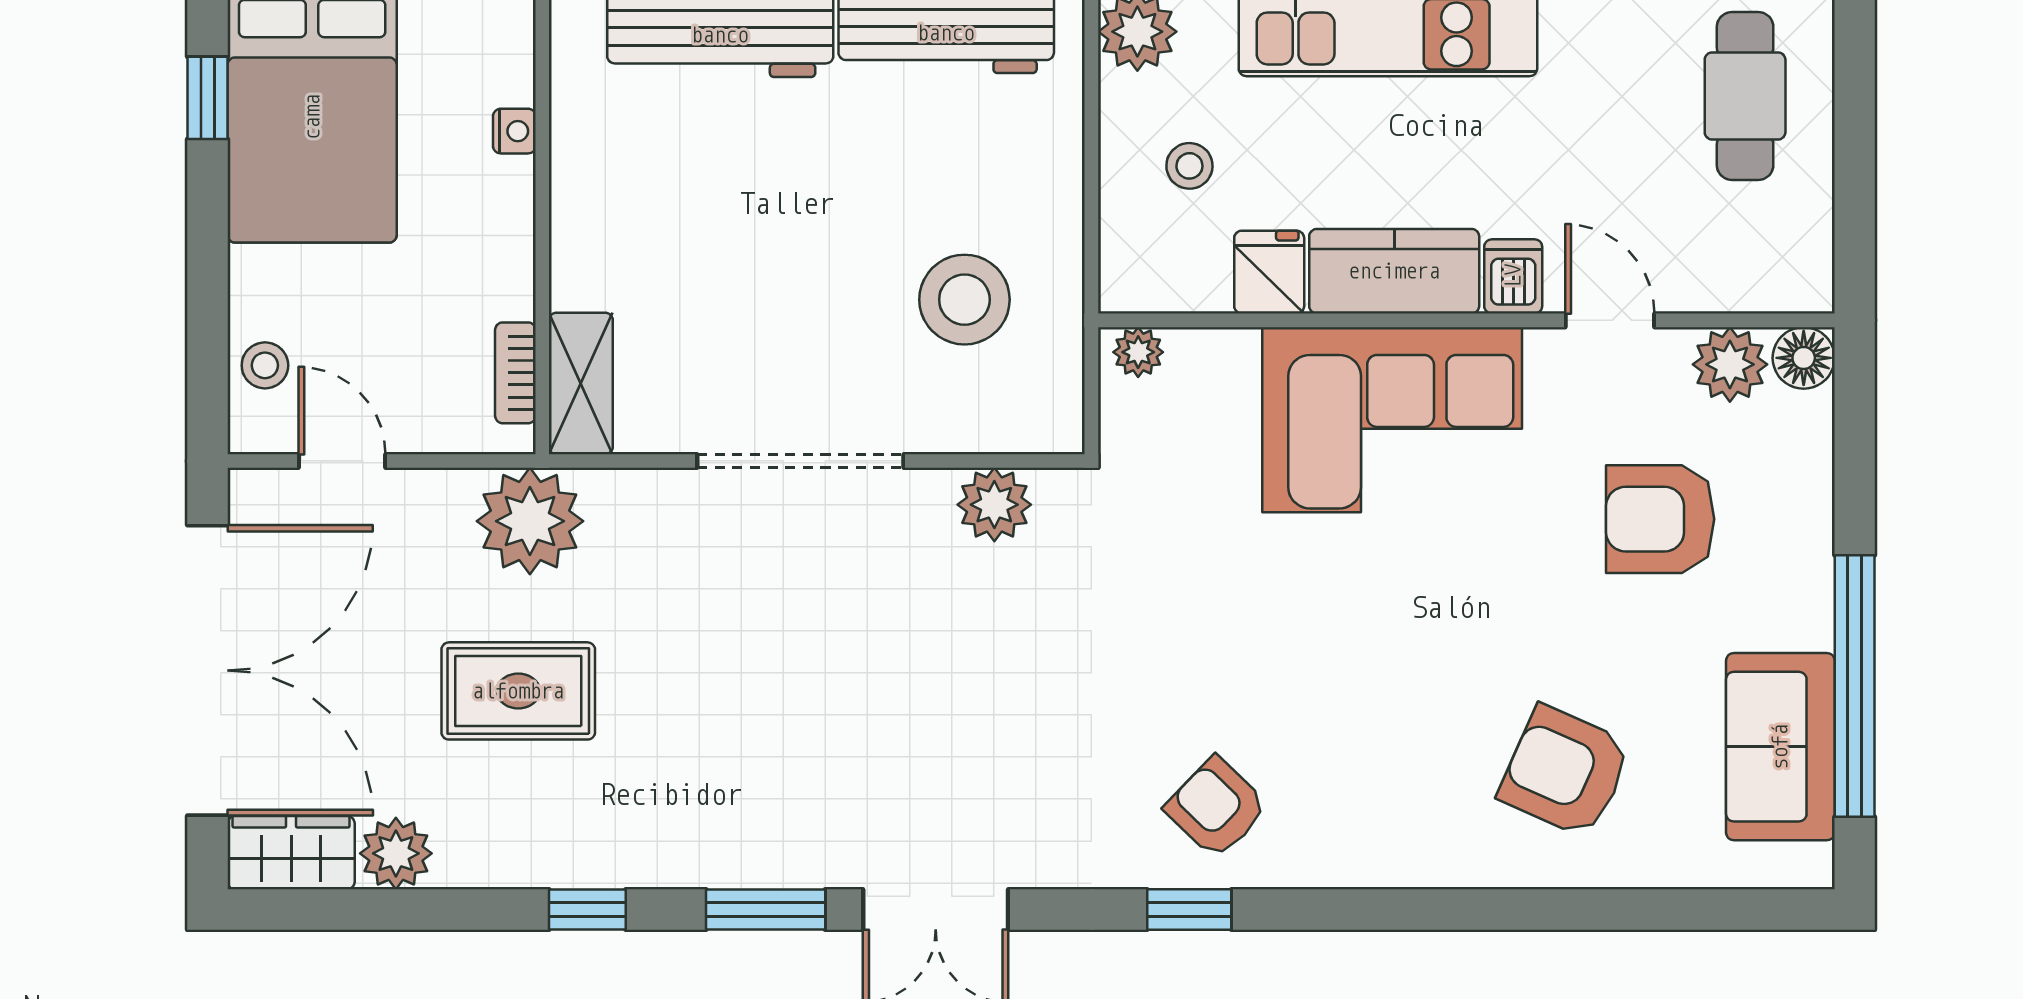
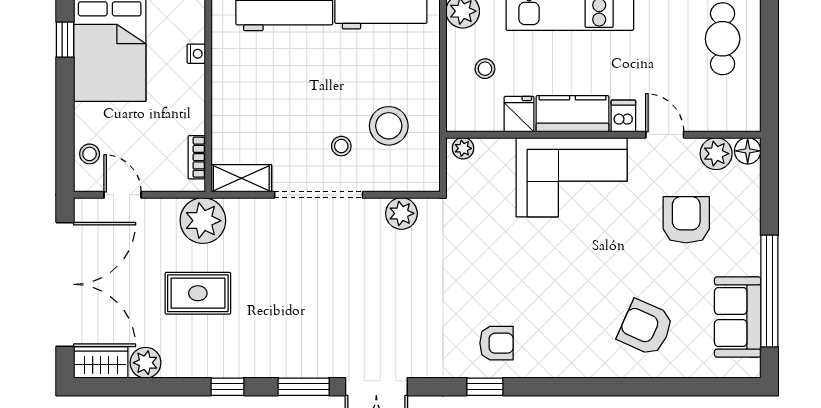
stool: (854, 347) -> (341, 146), added
shelving: (581, 383) -> (241, 178), moved, turned 90
armchair: (1660, 519) -> (686, 220), turned 90
armchair: (1216, 808) -> (496, 343), turned 136

